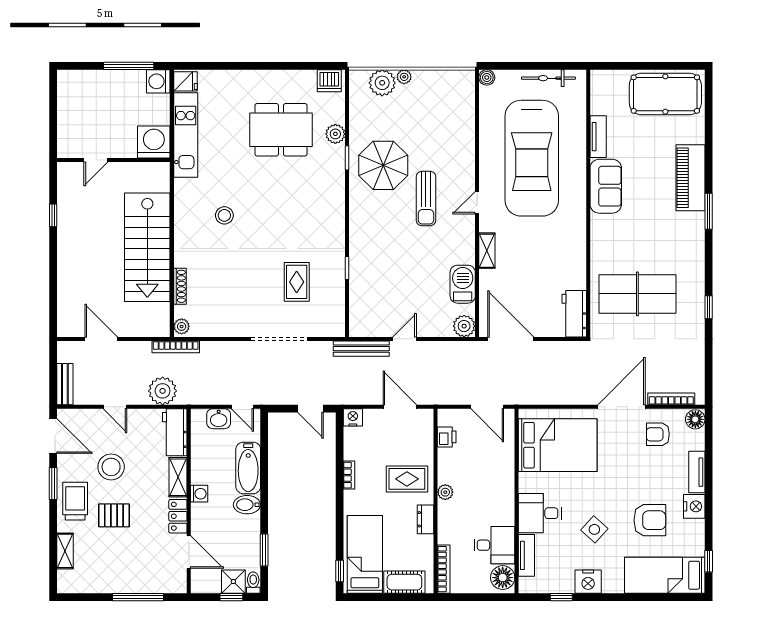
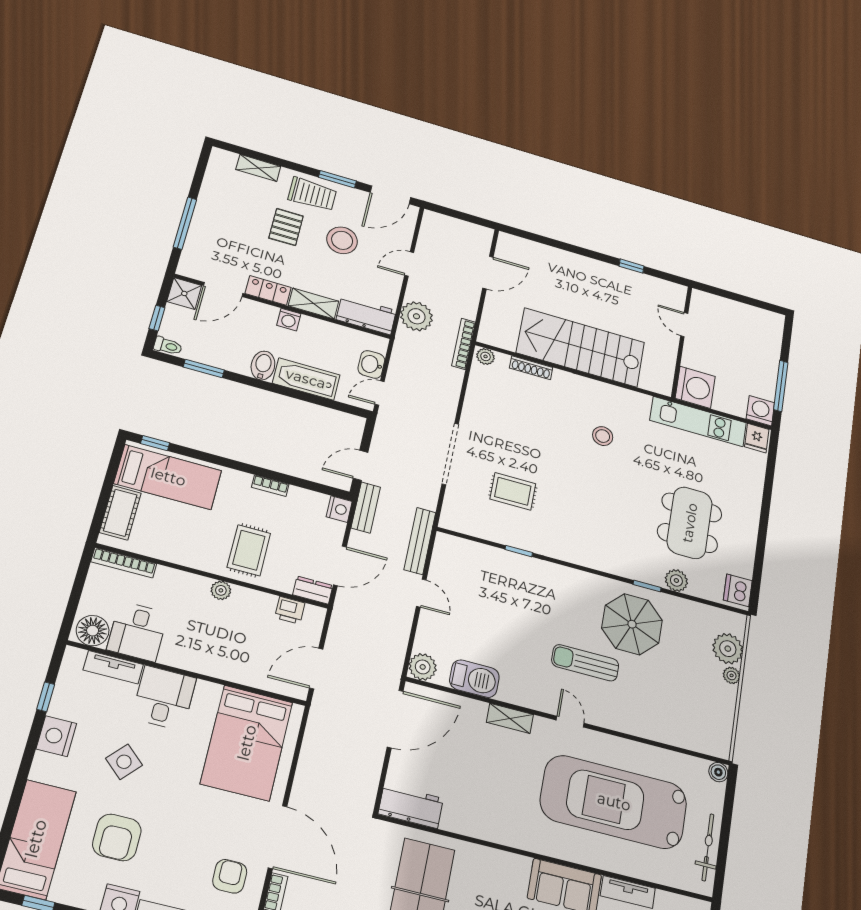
bench: (65, 384) -> (366, 508), moved, turned 90
dresser: (426, 519) -> (313, 590), moved
shower: (233, 582) -> (184, 293), moved

